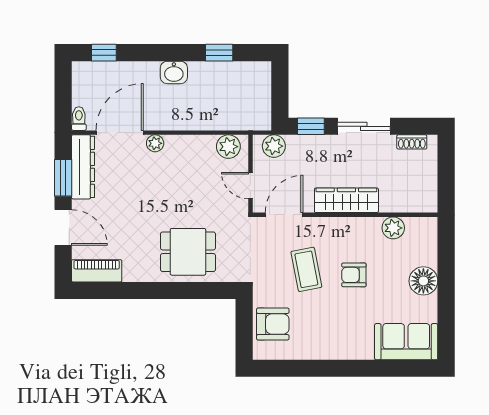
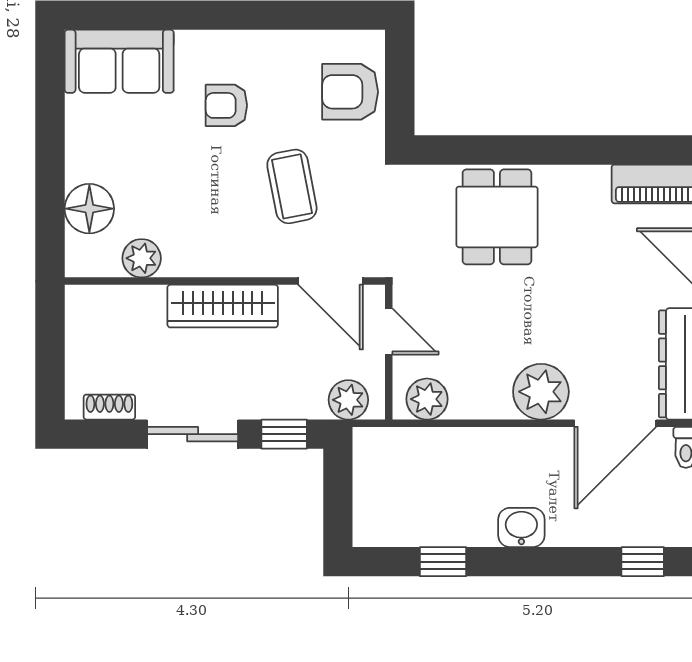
plant: (155, 143) -> (541, 392), width x1.88, depth x1.88
door: (284, 215) -> (331, 281), hinge flipped
dining table: (188, 252) -> (497, 217), turned 90
armchair: (354, 275) -> (226, 105), moved, turned 180
floor lamp: (423, 281) -> (89, 209), moved

